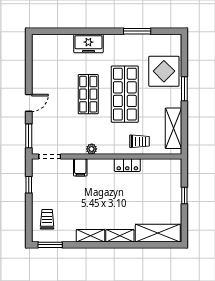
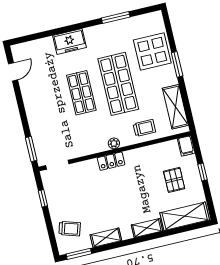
door: (29, 103) -> (13, 72), moved
plant: (92, 149) -> (114, 143), moved
locker: (127, 165) -> (111, 161), moved
filing cabinet: (80, 167) -> (186, 146), moved
pallet: (156, 197) -> (174, 180), added
trolley: (47, 219) -> (70, 229), turned 107
shelving: (91, 236) -> (106, 238), moved

